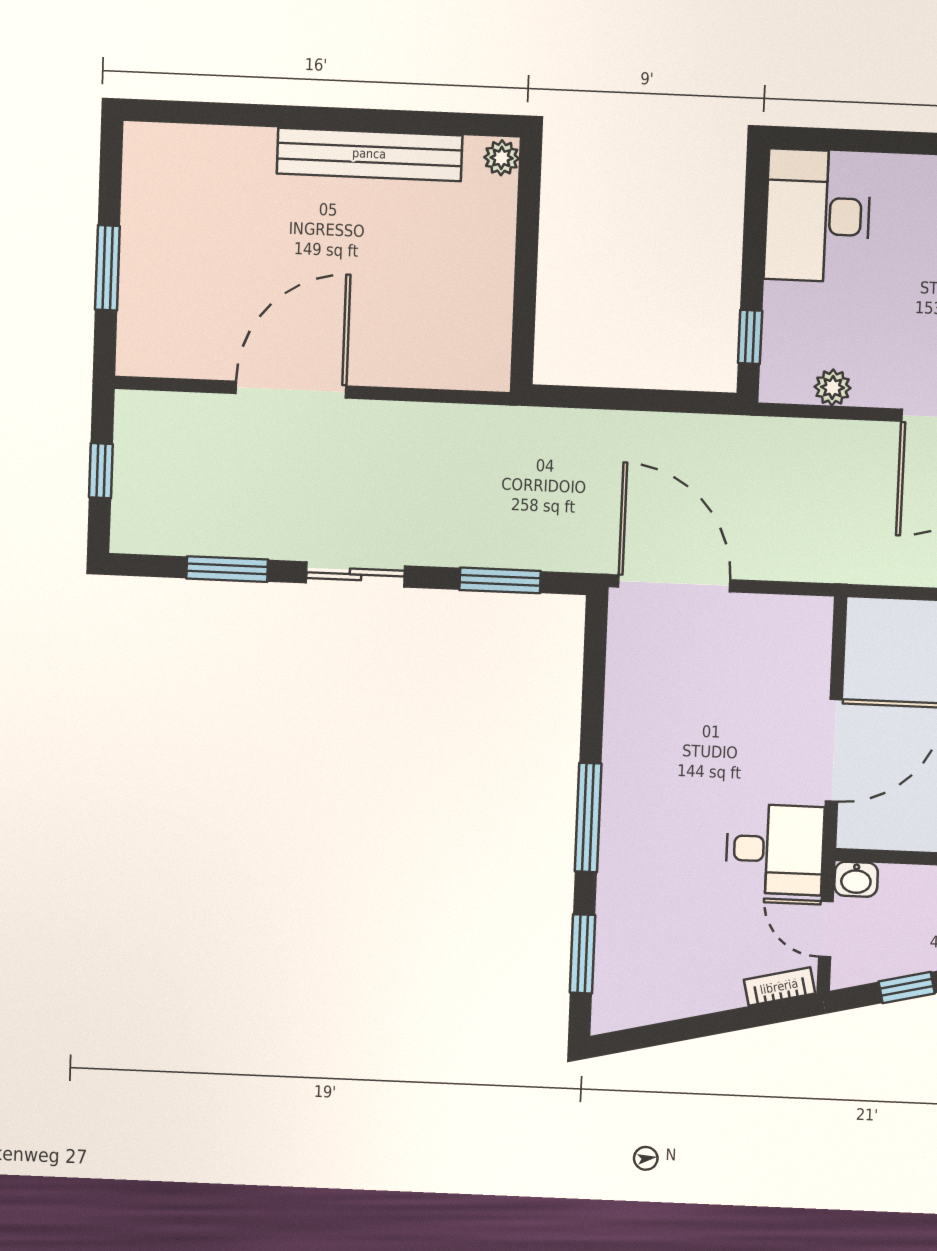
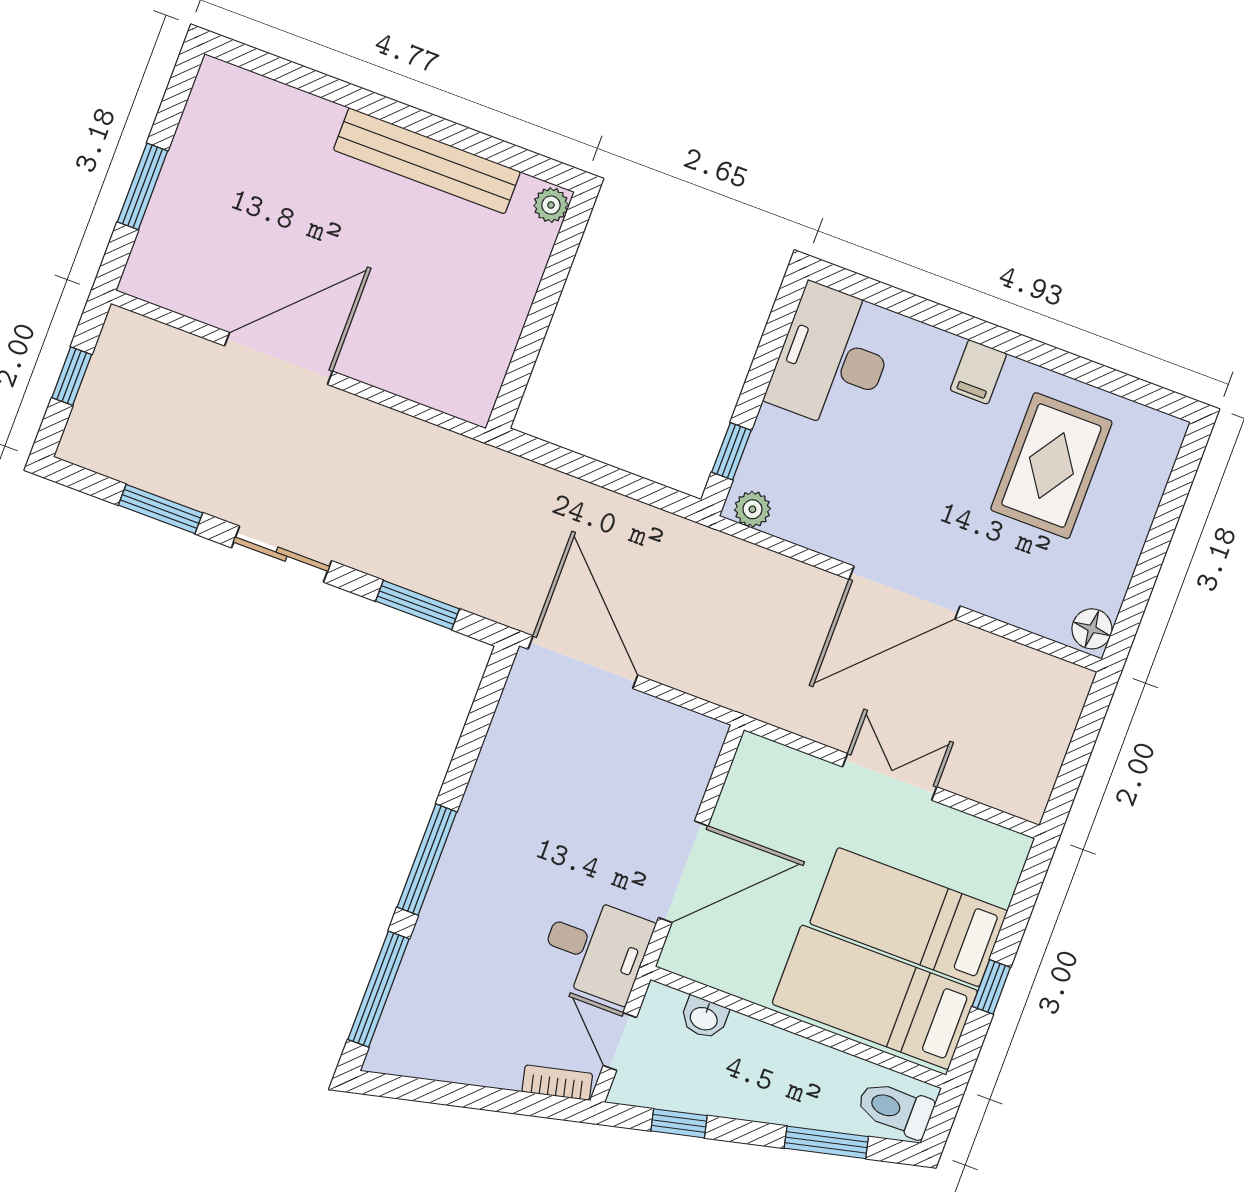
plant: (833, 387) -> (752, 509), moved
washbasin: (856, 879) -> (704, 1018), moved
window: (583, 954) -> (378, 989), width x1.44

